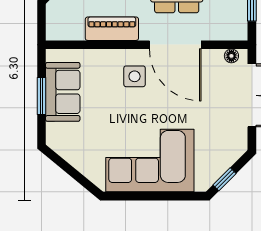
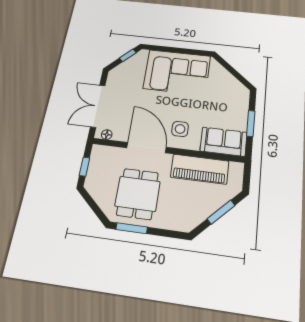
piano: (112, 29) -> (200, 169), width x1.37, depth x1.33
sofa: (63, 92) -> (224, 142), moved, turned 90

